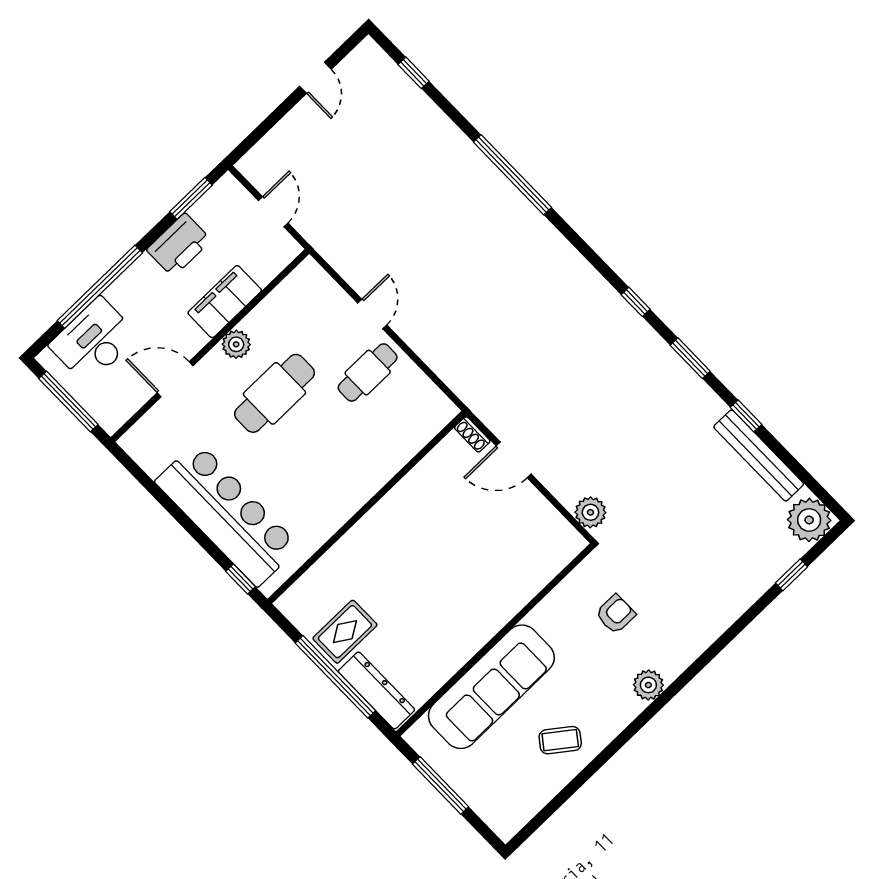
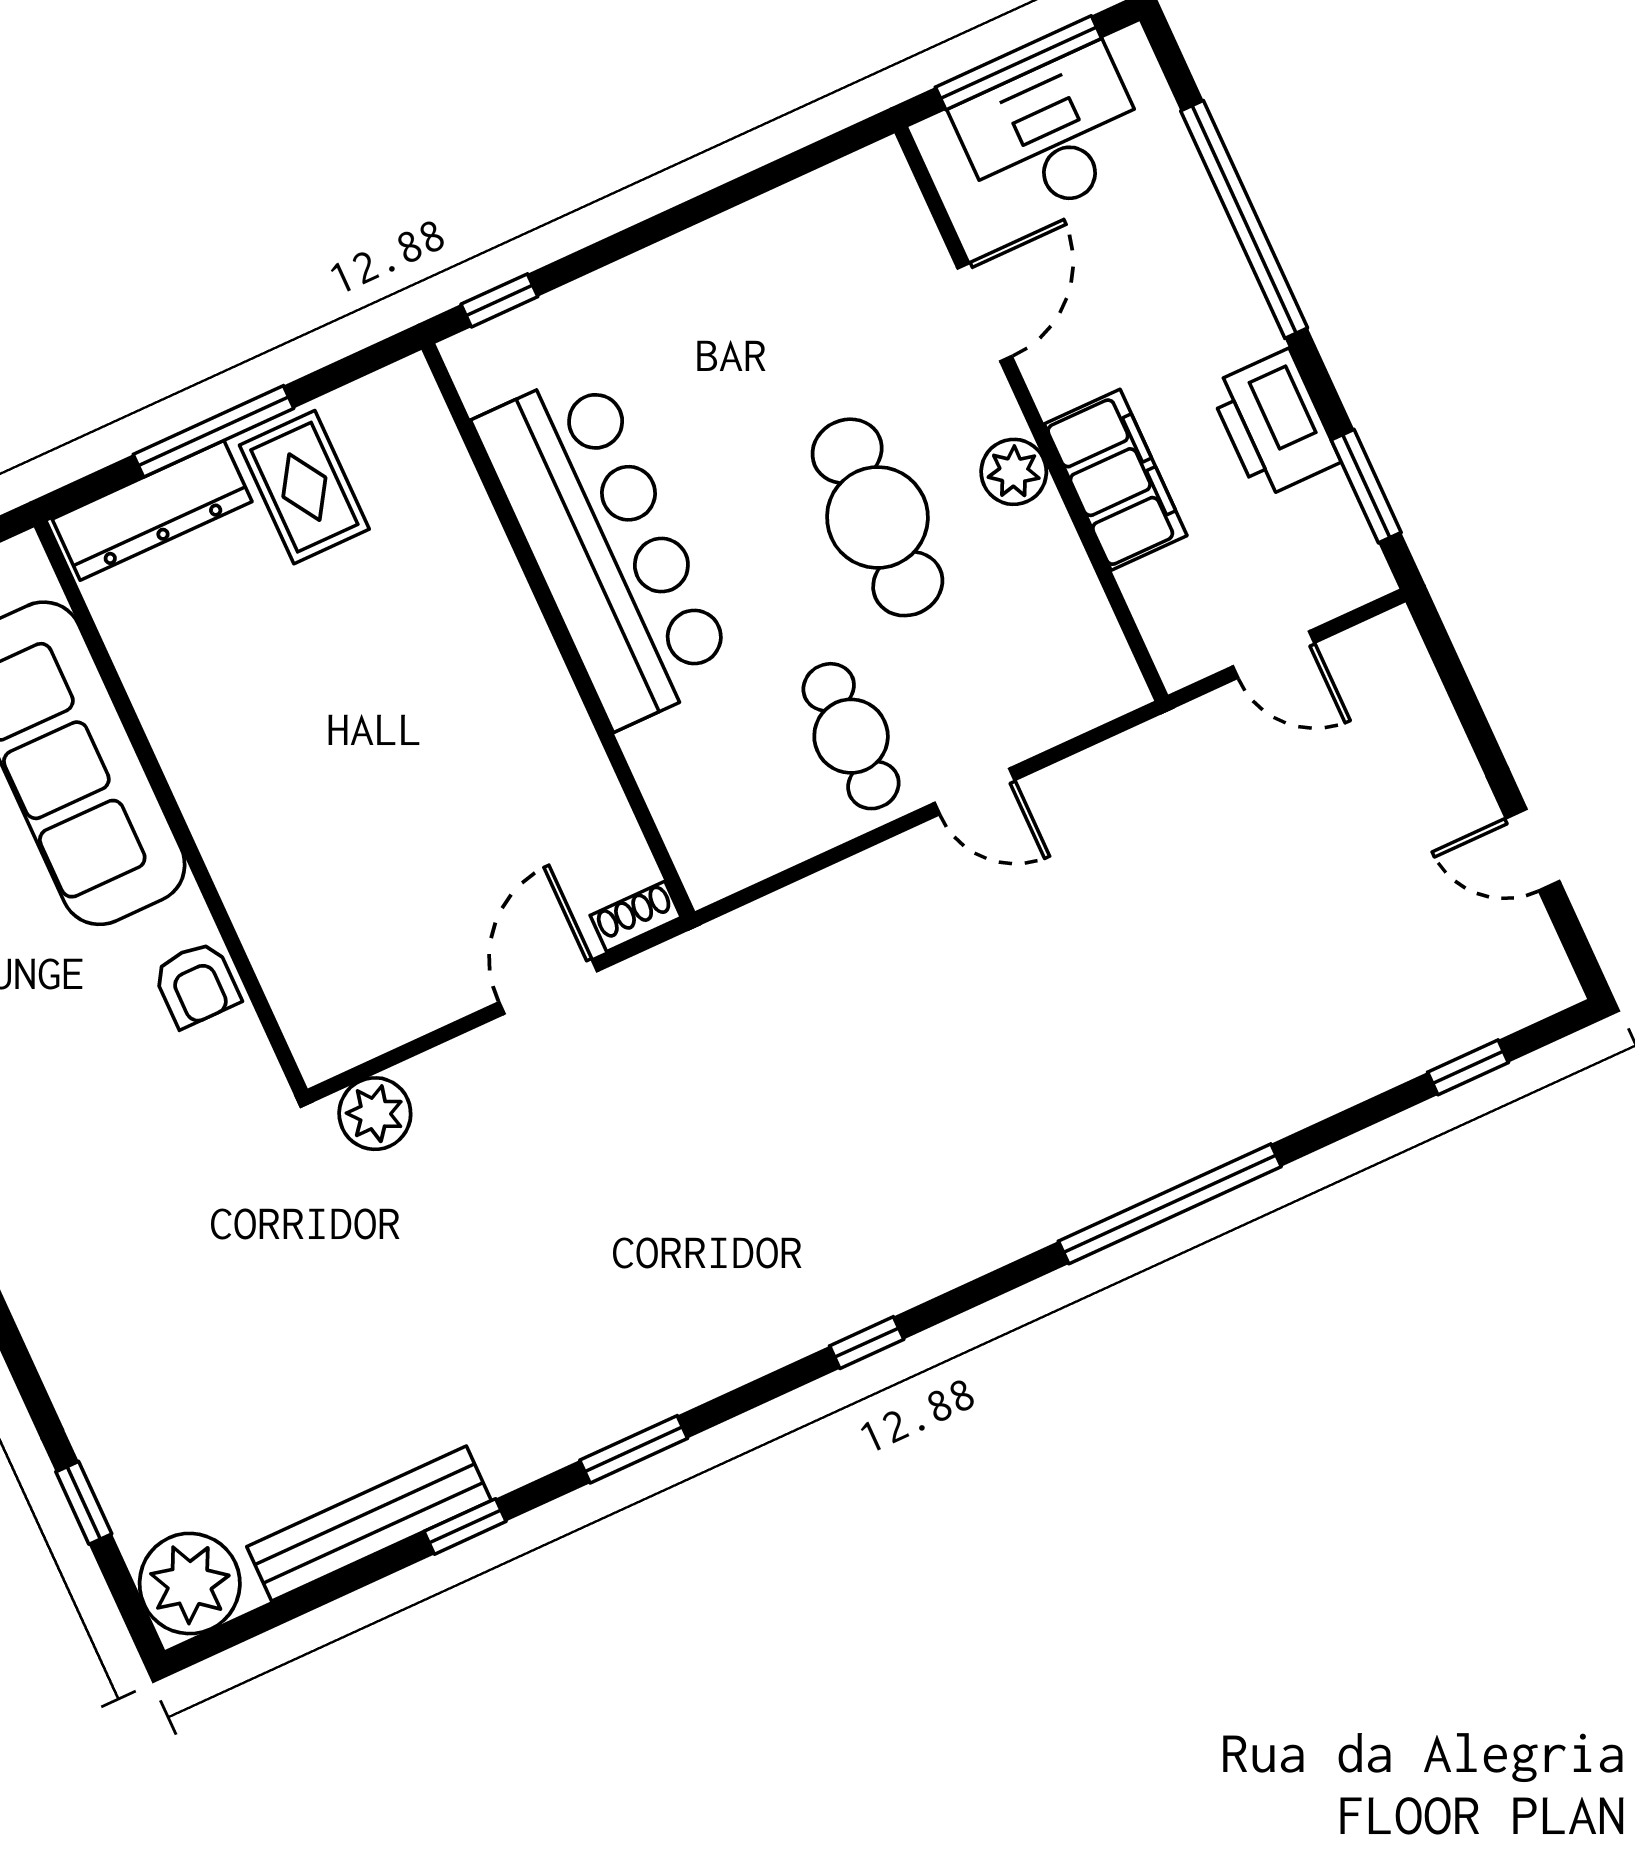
window: (636, 302) -> (867, 1343), moved
desk: (94, 341) -> (1052, 135), moved, turned -90
bar counter: (227, 514) -> (605, 547), moved, turned -90
armchair: (616, 614) -> (196, 984), moved
window: (335, 677) -> (213, 431), width x0.68

